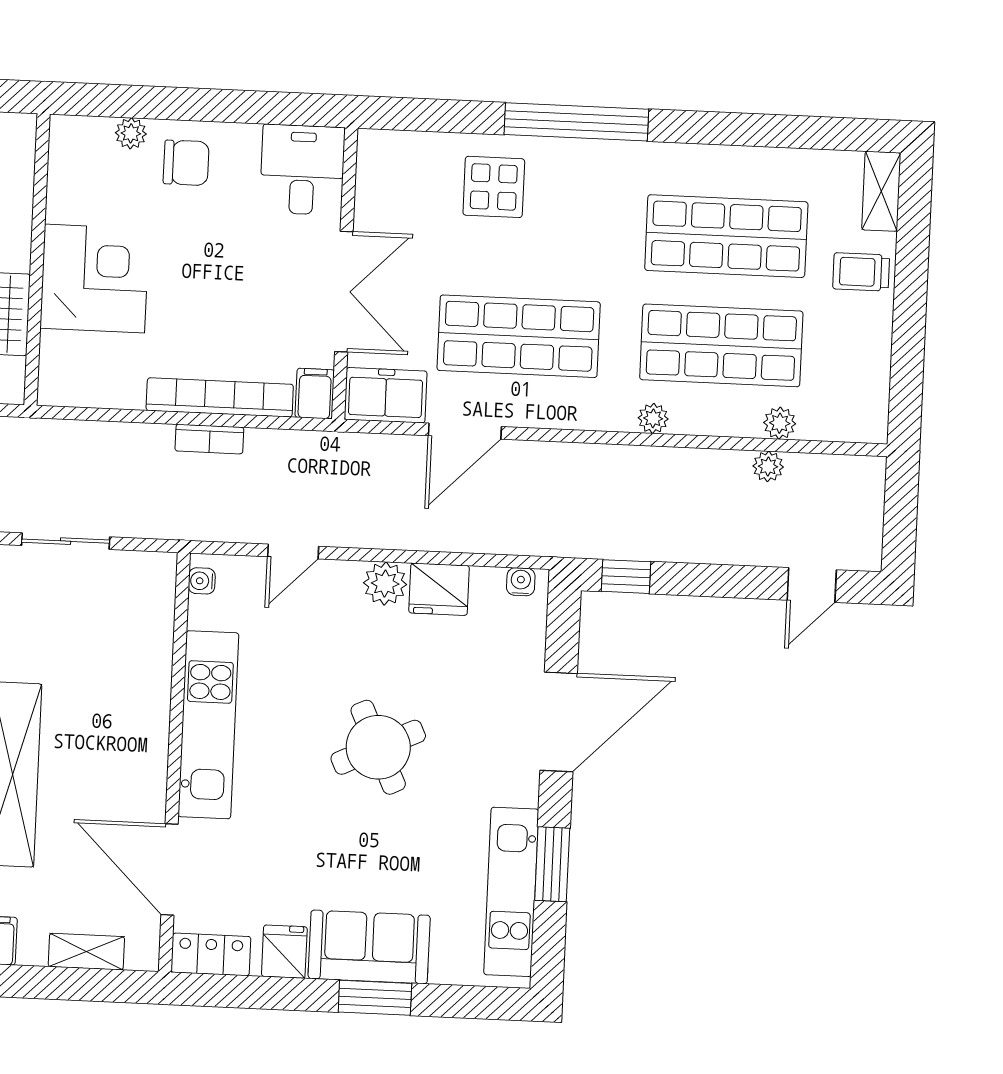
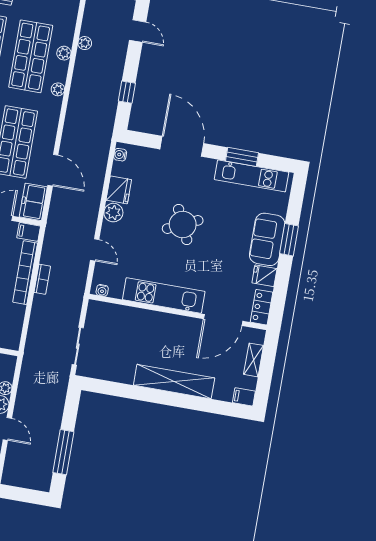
plant: (780, 423) -> (64, 53), moved
window: (626, 577) -> (127, 92), moved

